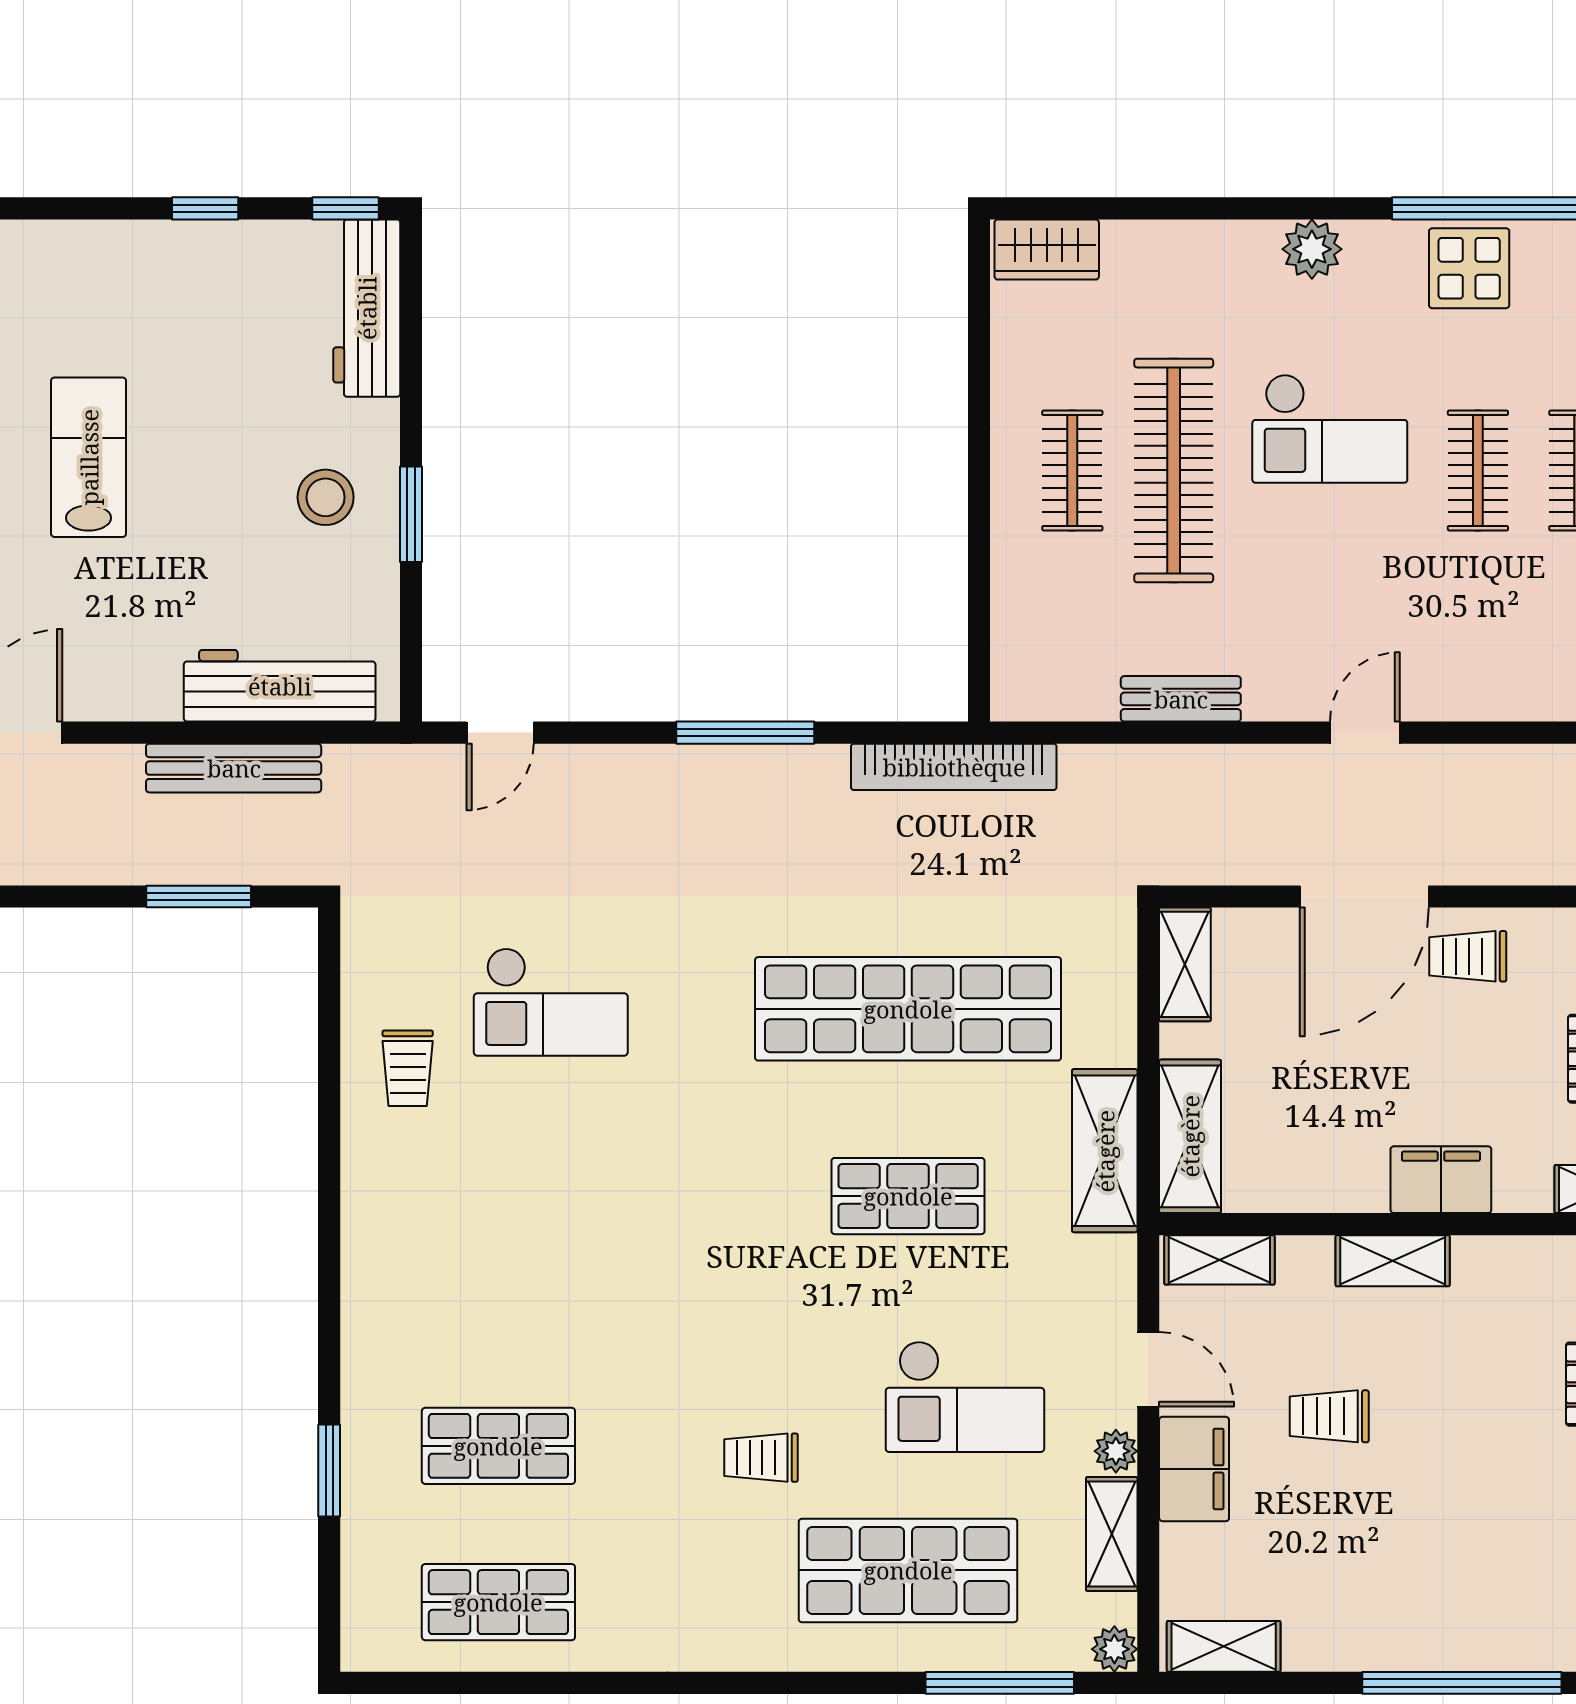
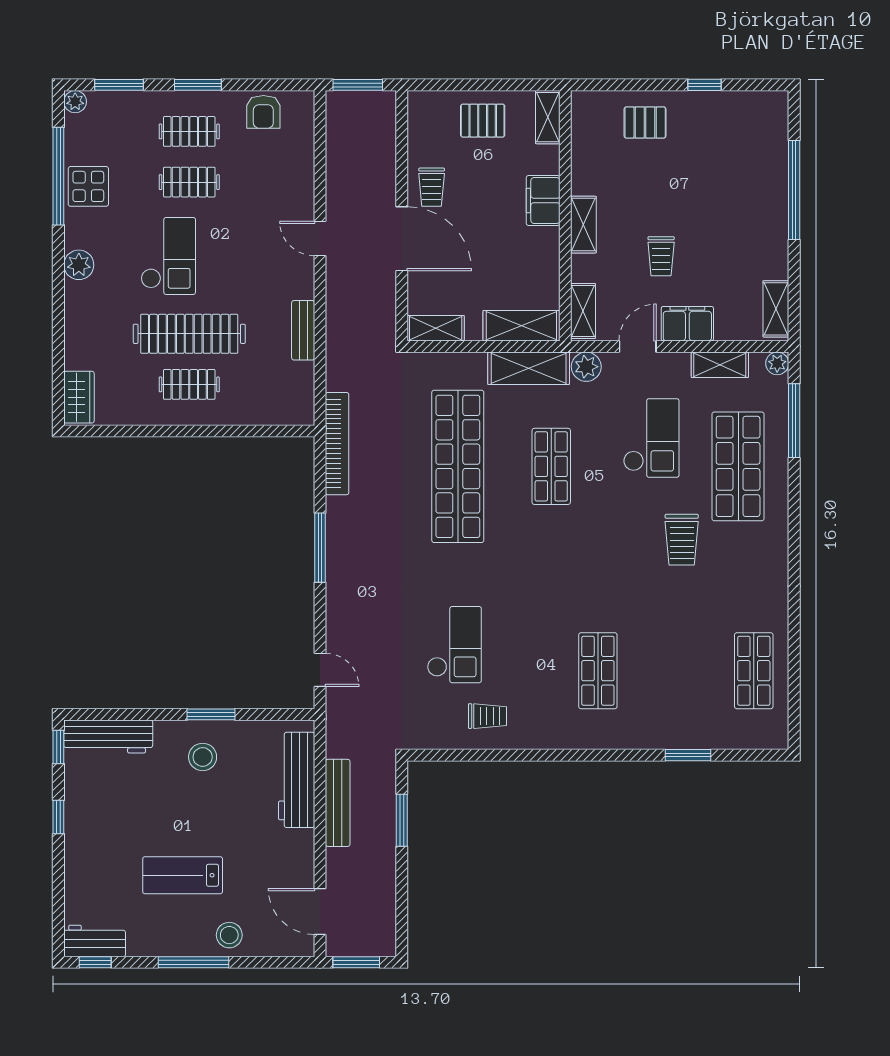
shop shelf: (498, 1446) -> (598, 671), moved
plant: (1116, 1451) -> (586, 367), moved, width x1.38, depth x1.38
trolley: (761, 1458) -> (682, 540), width x1.36, depth x1.39

